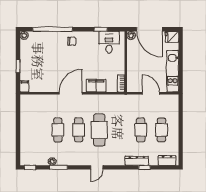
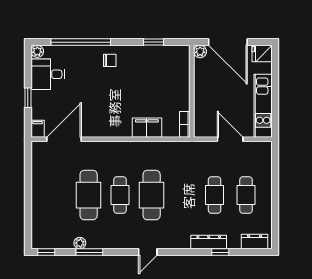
desk: (109, 42) -> (48, 74), moved, turned -90
door: (71, 93) -> (64, 139), moved
cafe table: (58, 130) -> (89, 195), width x1.37, depth x1.35

